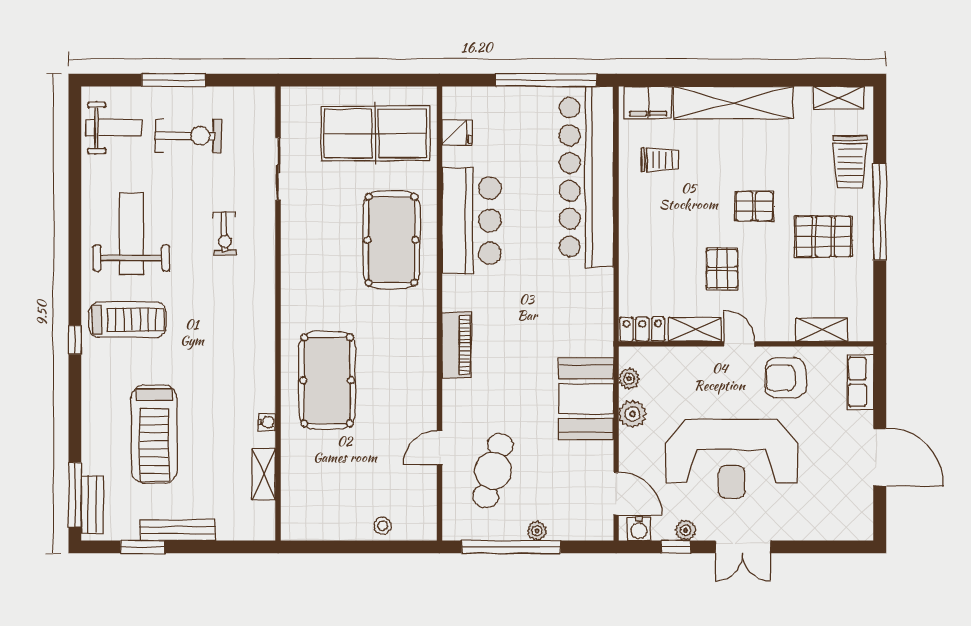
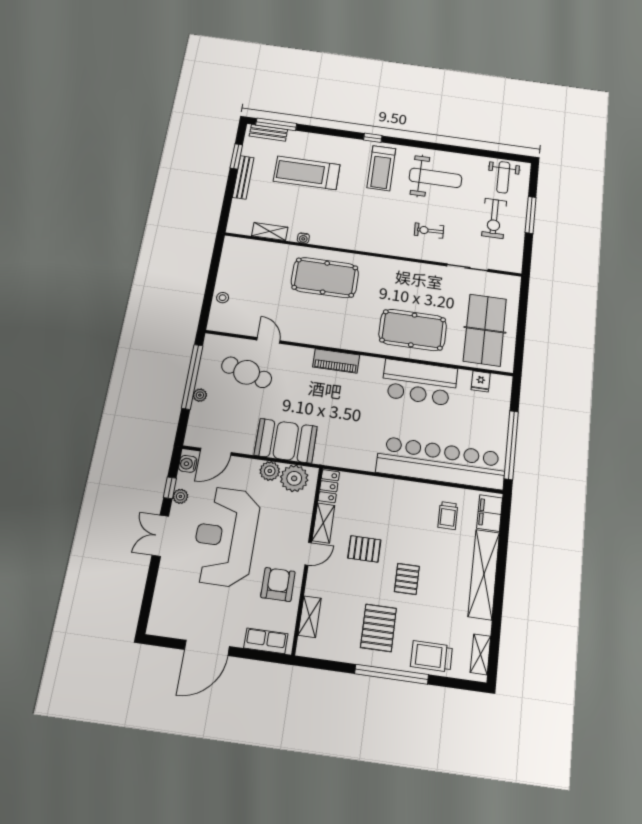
plant: (629, 379) -> (294, 478), width x1.88, depth x1.88

